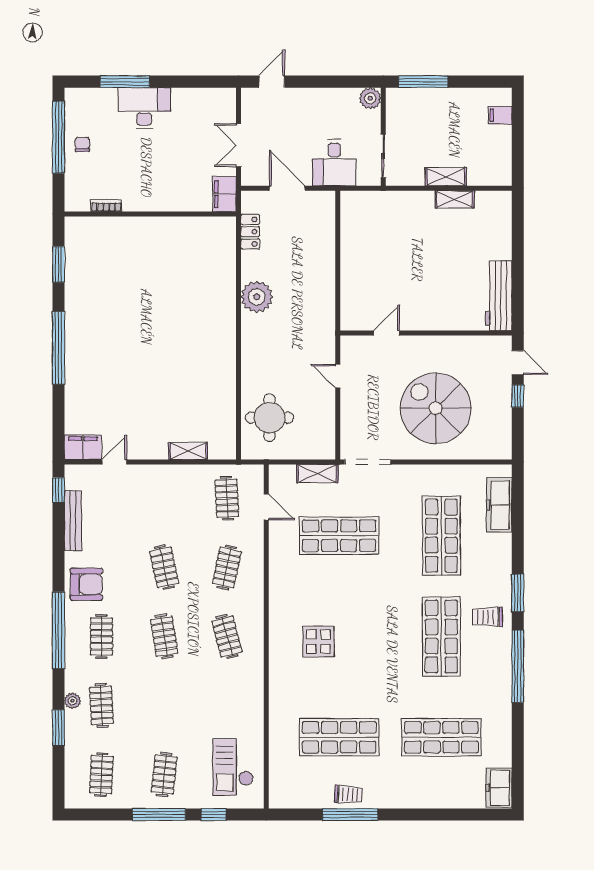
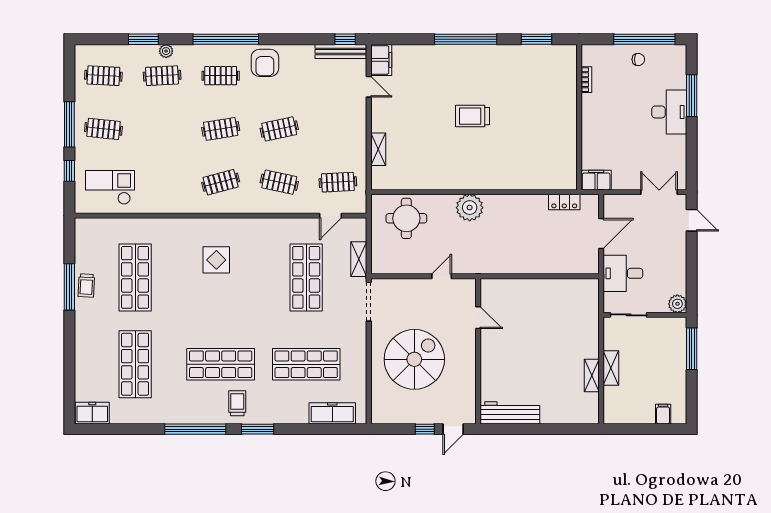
double door: (239, 145) -> (659, 192), moved
plant: (257, 297) -> (470, 208), moved
trolley: (149, 340) -> (472, 116), added
bench: (73, 521) -> (341, 51), moved

